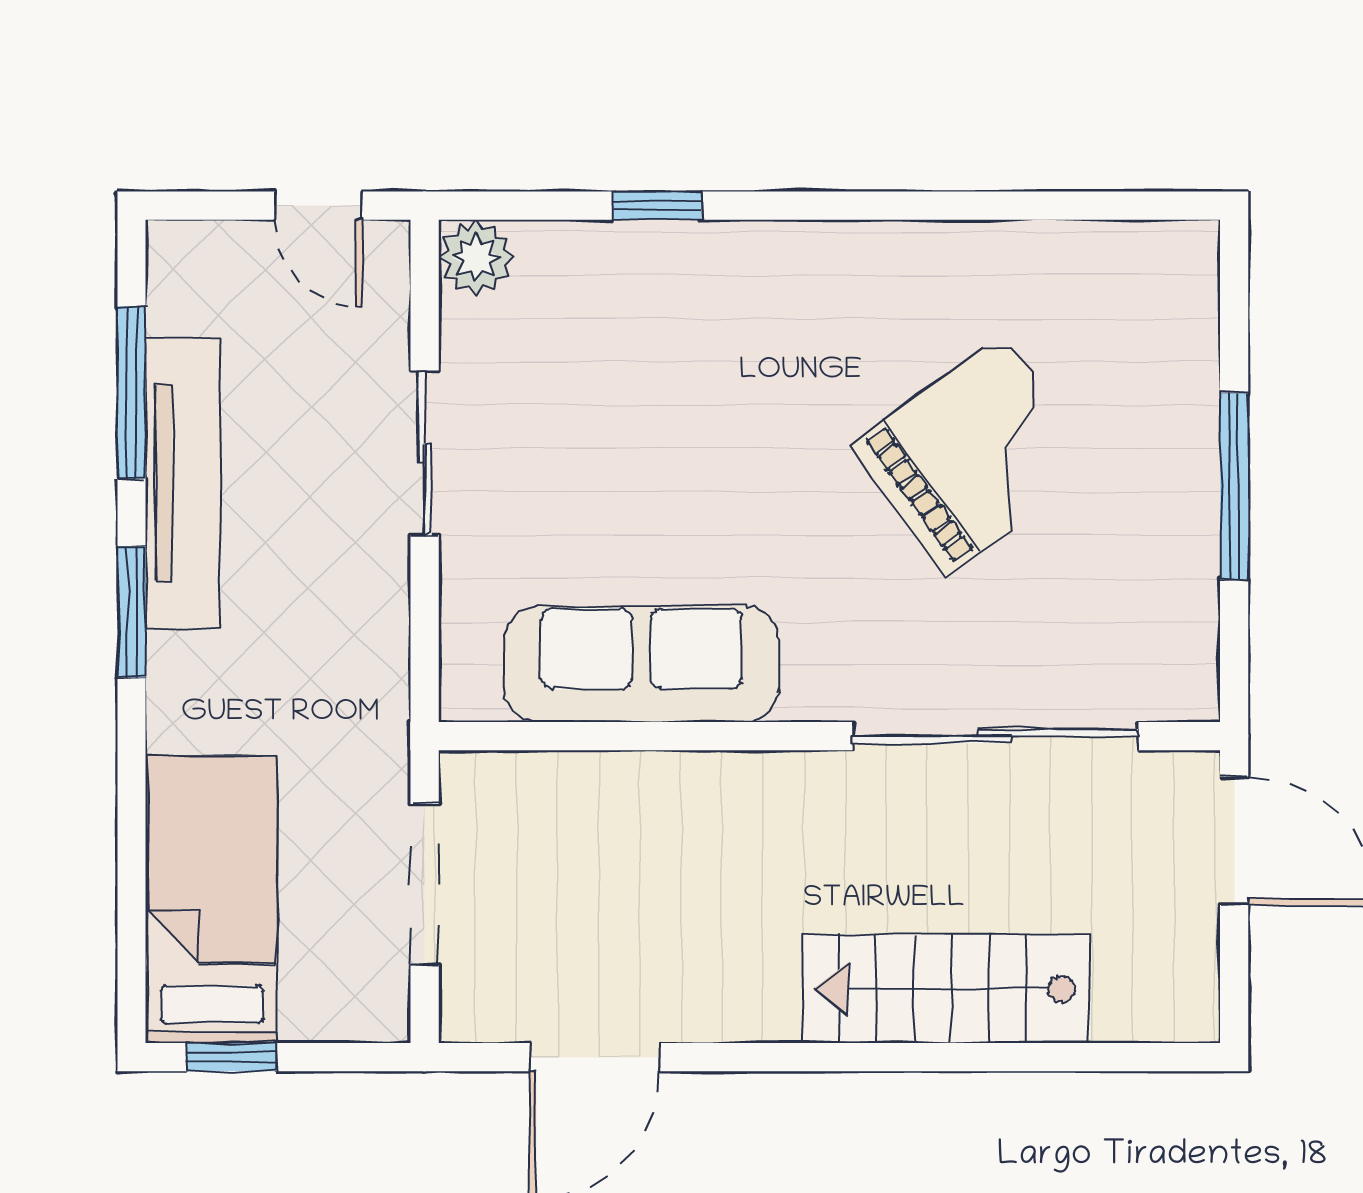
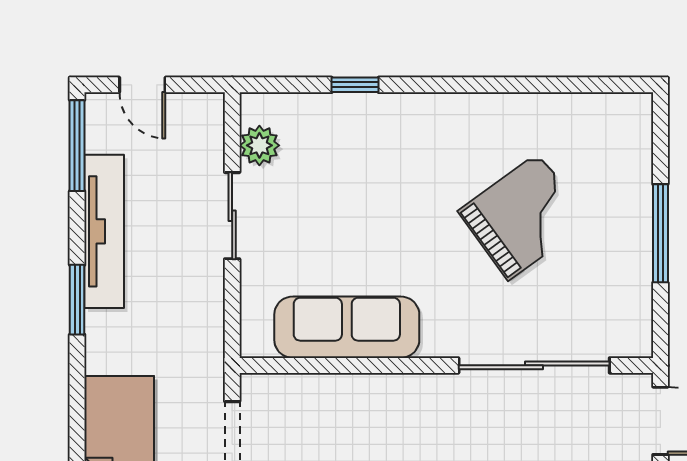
door: (318, 206) -> (142, 85), moved
plant: (476, 257) -> (259, 145), moved
window: (131, 393) -> (77, 146), moved

